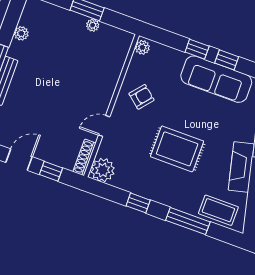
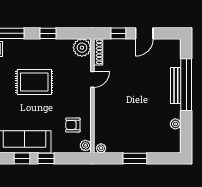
plant: (93, 25) -> (101, 148), moved
armchair: (142, 97) -> (73, 125), moved, turned 50

